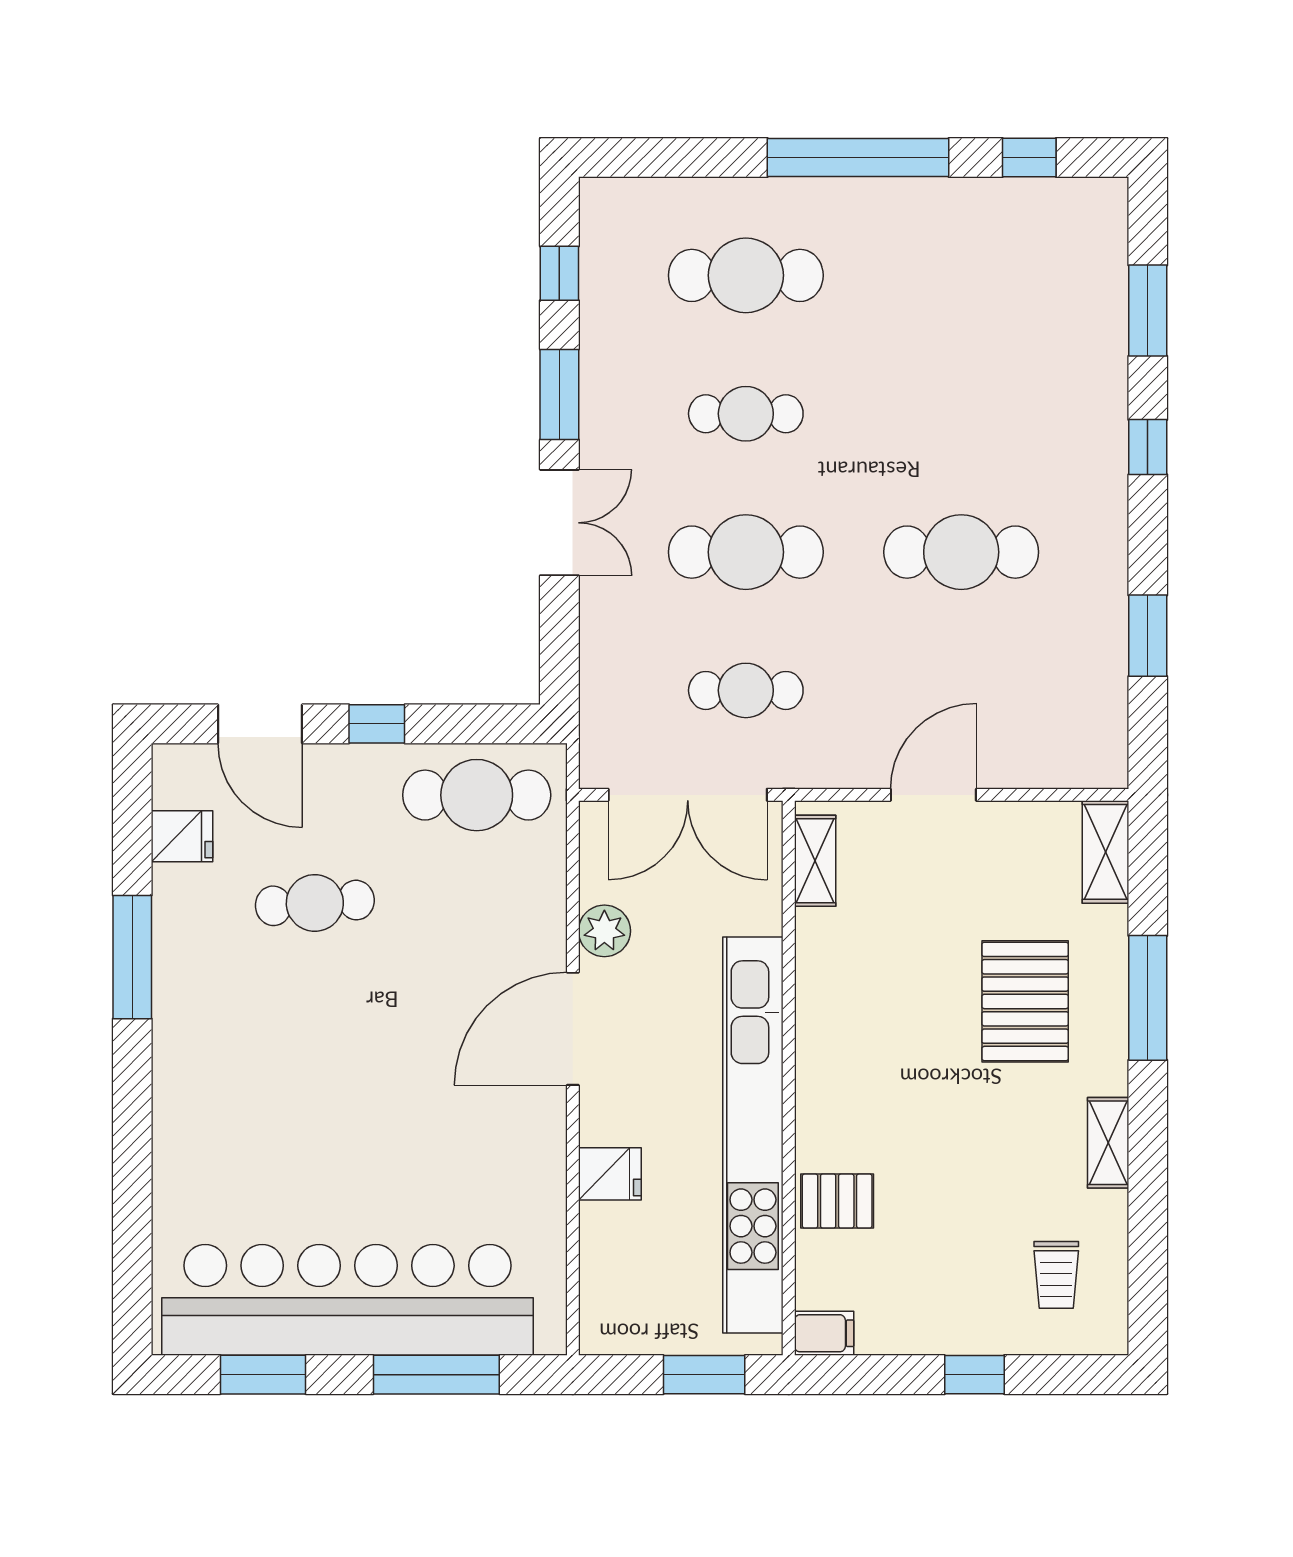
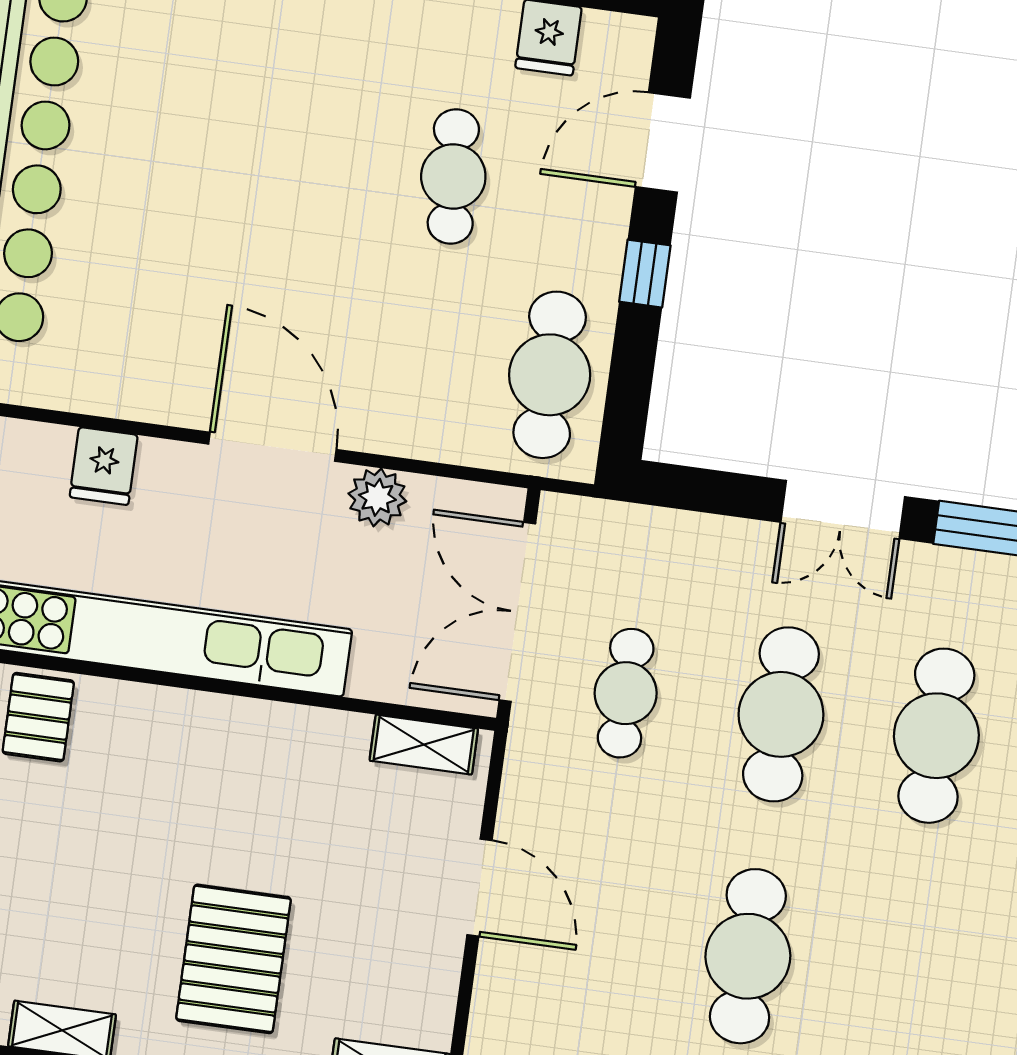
cafe table: (746, 414) -> (936, 736), width x1.37, depth x1.35
pallet: (1025, 1001) -> (233, 959), turned 90

